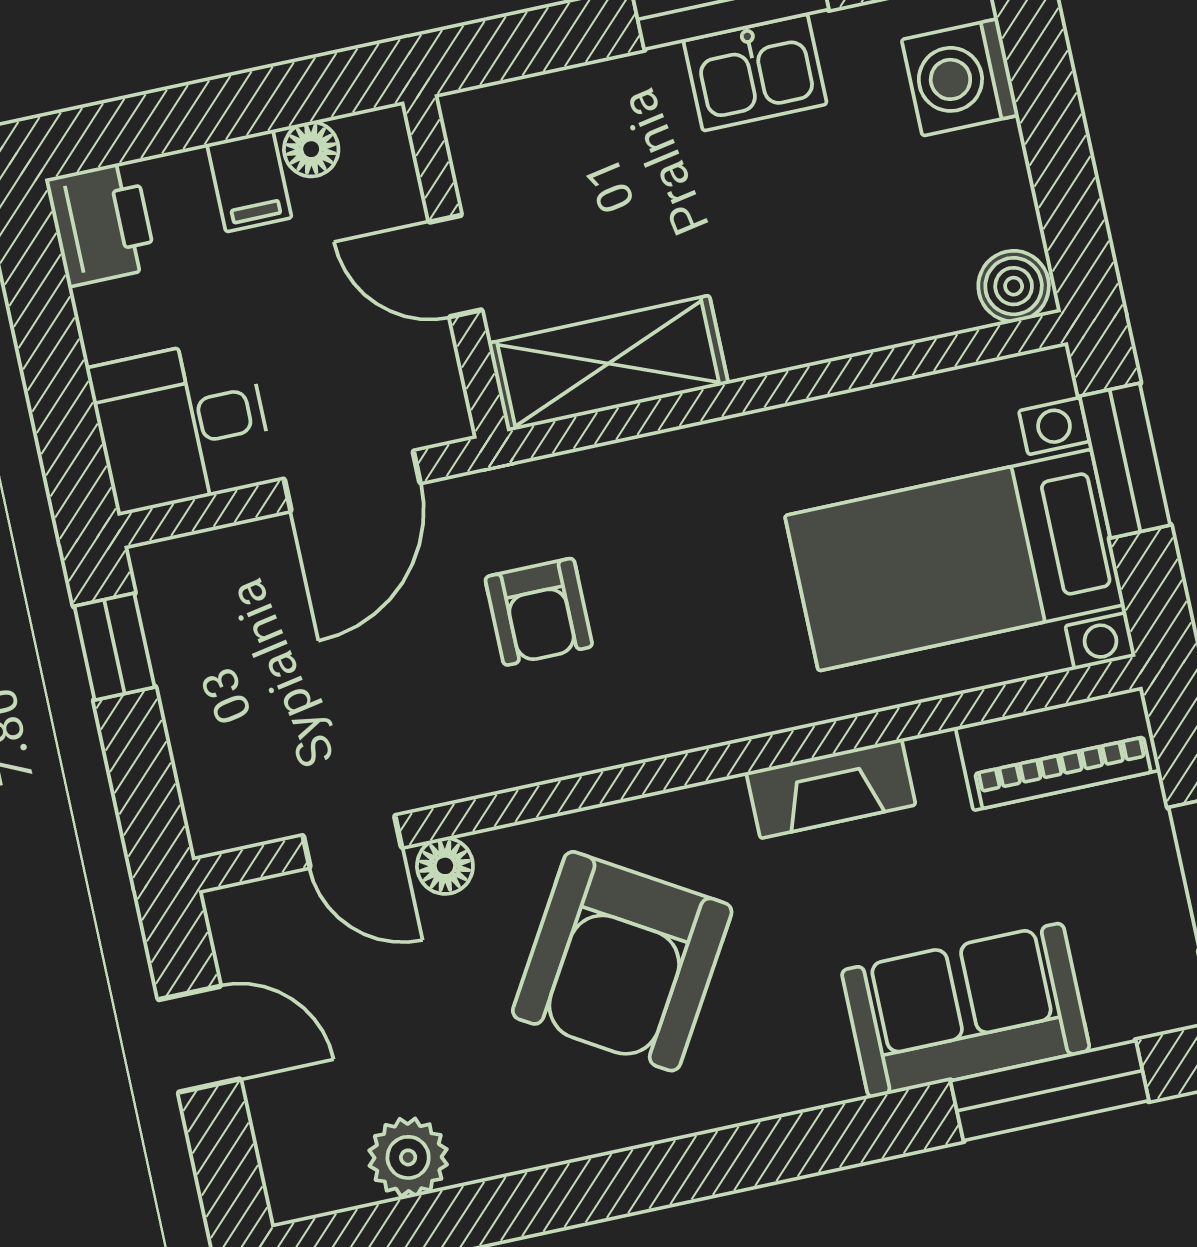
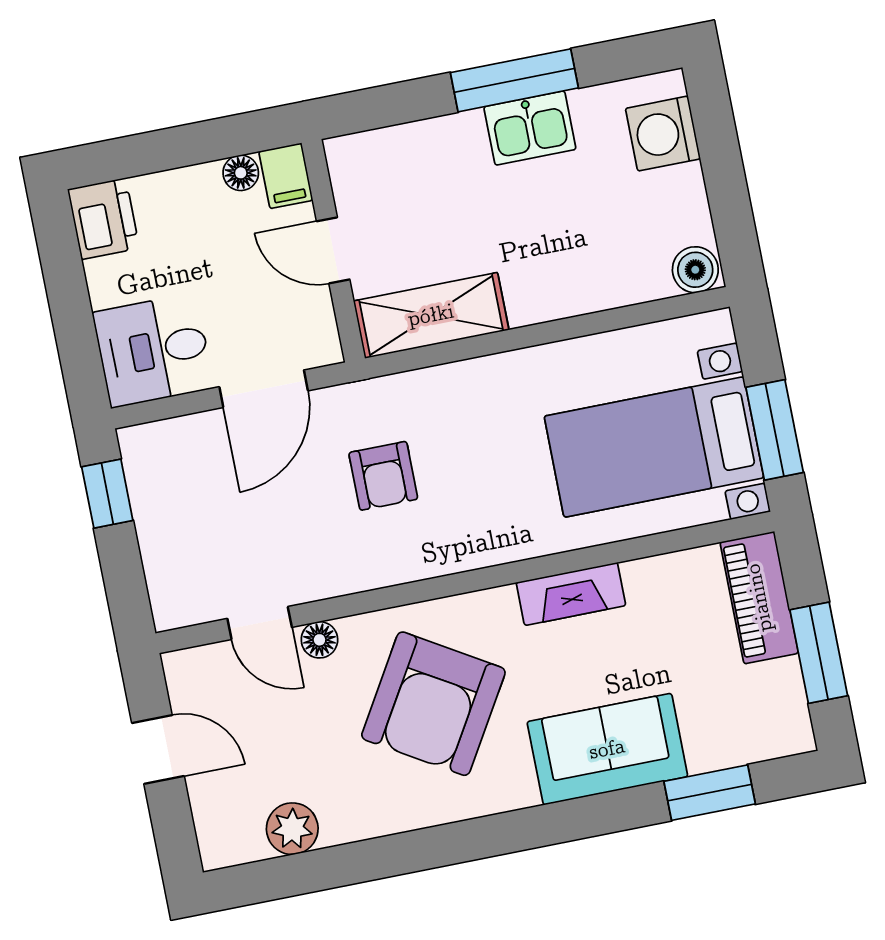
filing cabinet: (249, 181) -> (286, 176), moved
window: (1125, 461) -> (775, 430), moved
piano: (1058, 749) -> (759, 598), moved, turned 90
sofa: (966, 1010) -> (607, 749), moved
window: (1050, 1091) -> (710, 793), width x0.69

